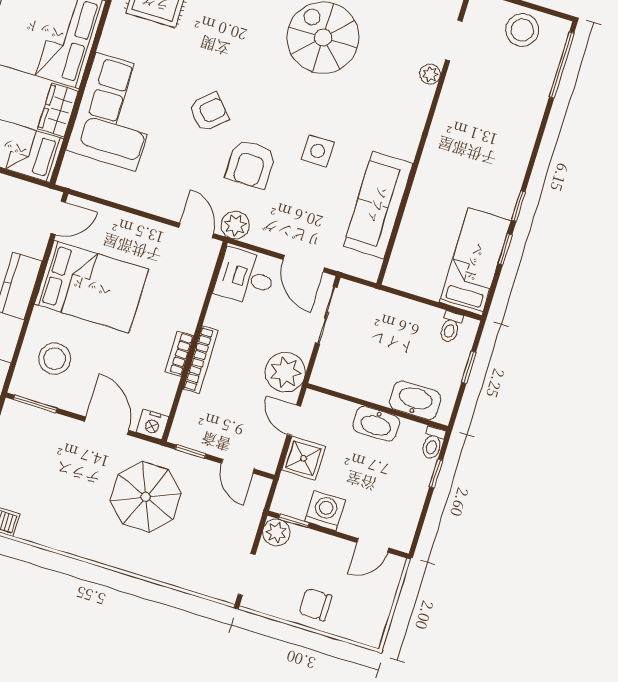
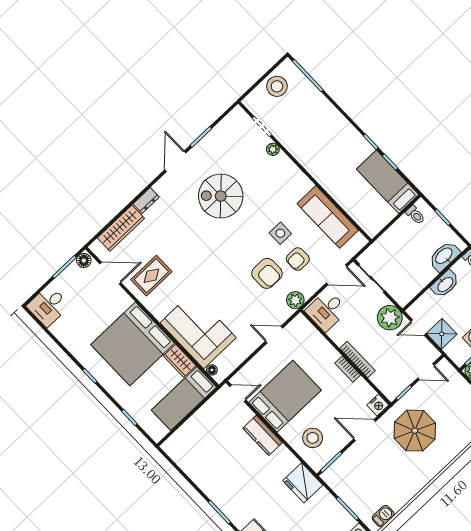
armchair: (209, 112) -> (298, 259), moved, turned -138
floor lamp: (71, 163) -> (212, 370), added
door: (58, 218) -> (238, 393), hinge flipped
door: (196, 230) -> (274, 335), moved

